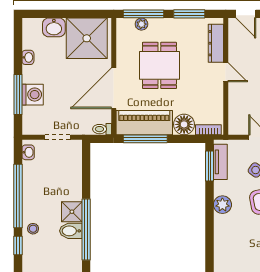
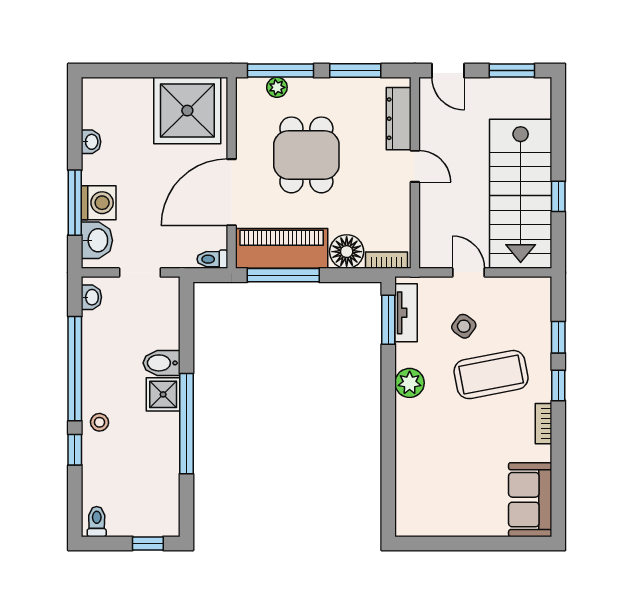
washbasin: (54, 27) -> (97, 240), moved, turned -90
bidet: (71, 231) -> (161, 363), moved

